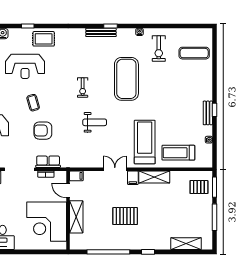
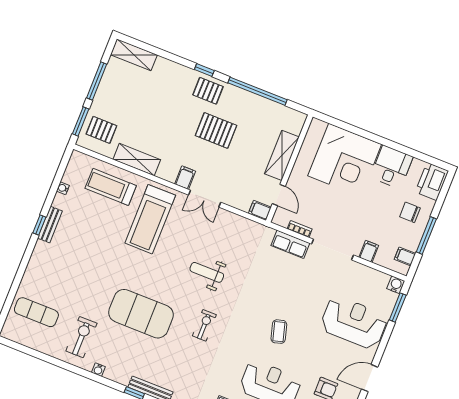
exercise mat: (126, 79) -> (141, 314), turned 90
armchair: (43, 131) -> (281, 289), removed
treadmill: (178, 153) -> (111, 187), turned 180
shelving: (154, 177) -> (137, 160), moved
corner desk: (47, 222) -> (345, 160), moved, turned 90
pallet: (140, 240) -> (208, 91), added
shelving: (186, 244) -> (134, 55), moved

